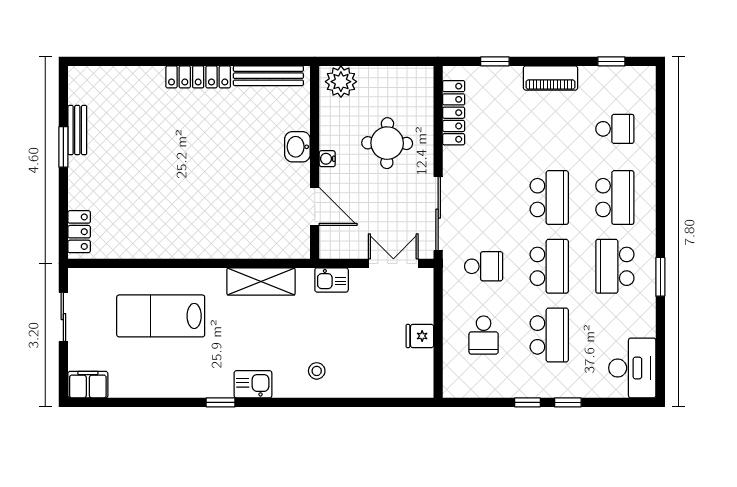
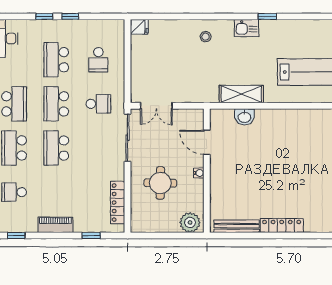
washbasin: (297, 147) -> (244, 117), moved, turned 90
school desk: (484, 266) -> (98, 104), turned 180
kitchen sink: (332, 280) -> (196, 95), removed
school desk: (484, 335) -> (98, 60), turned 180
fridge: (420, 336) -> (139, 27), moved

